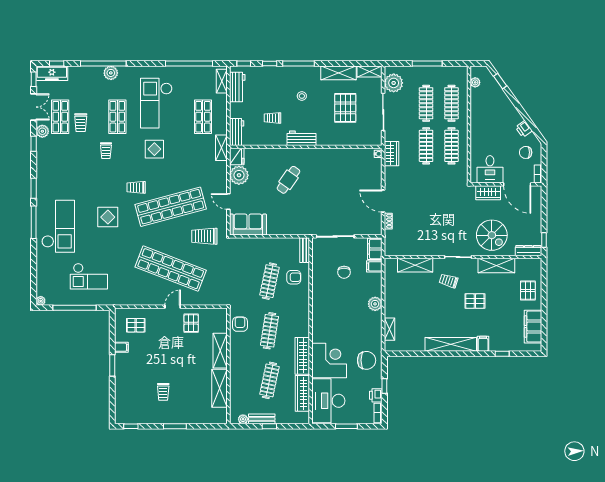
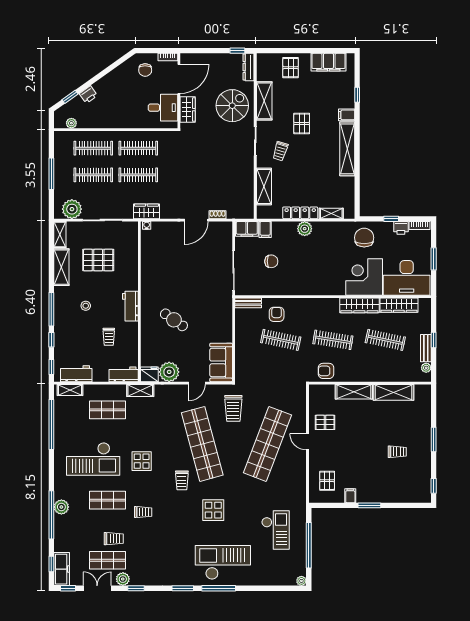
printer: (524, 129) -> (88, 95), moved
pallet: (528, 291) -> (291, 68), turned 90
locker: (390, 300) -> (300, 213), added

